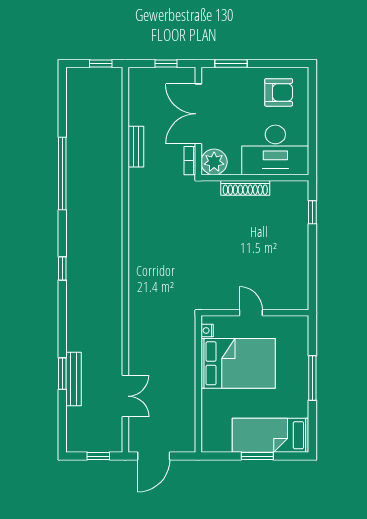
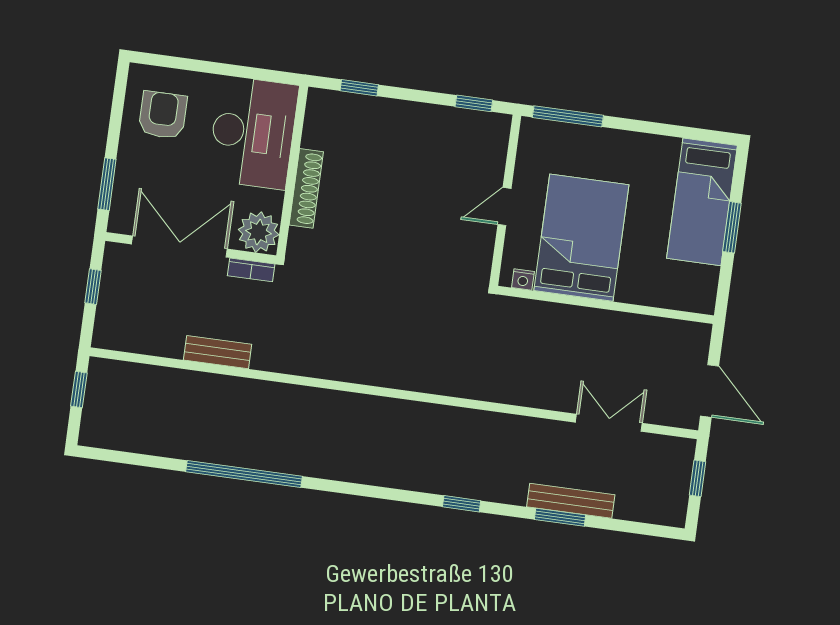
double door: (198, 114) -> (179, 246), swing flipped
window: (62, 269) -> (462, 504), moved
window: (312, 285) -> (474, 103), added
window: (312, 378) -> (568, 116), moved

